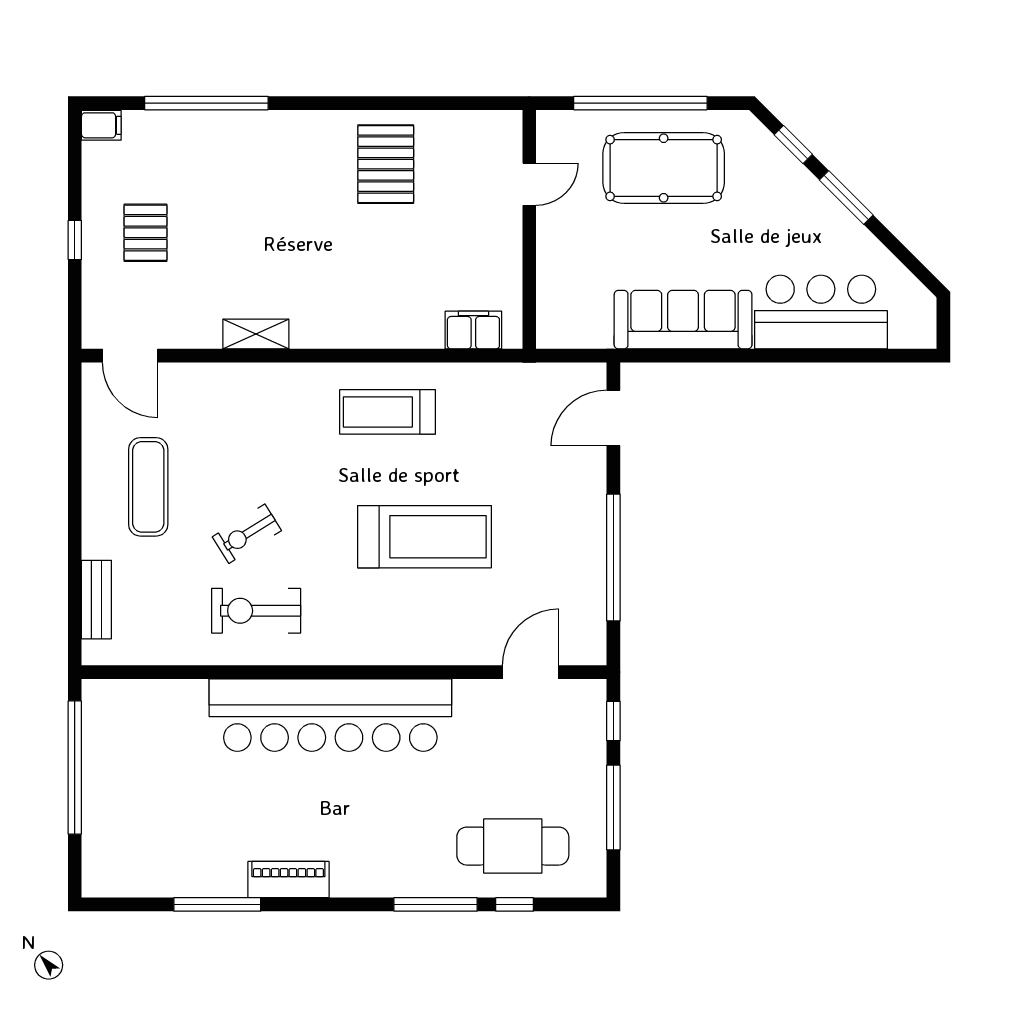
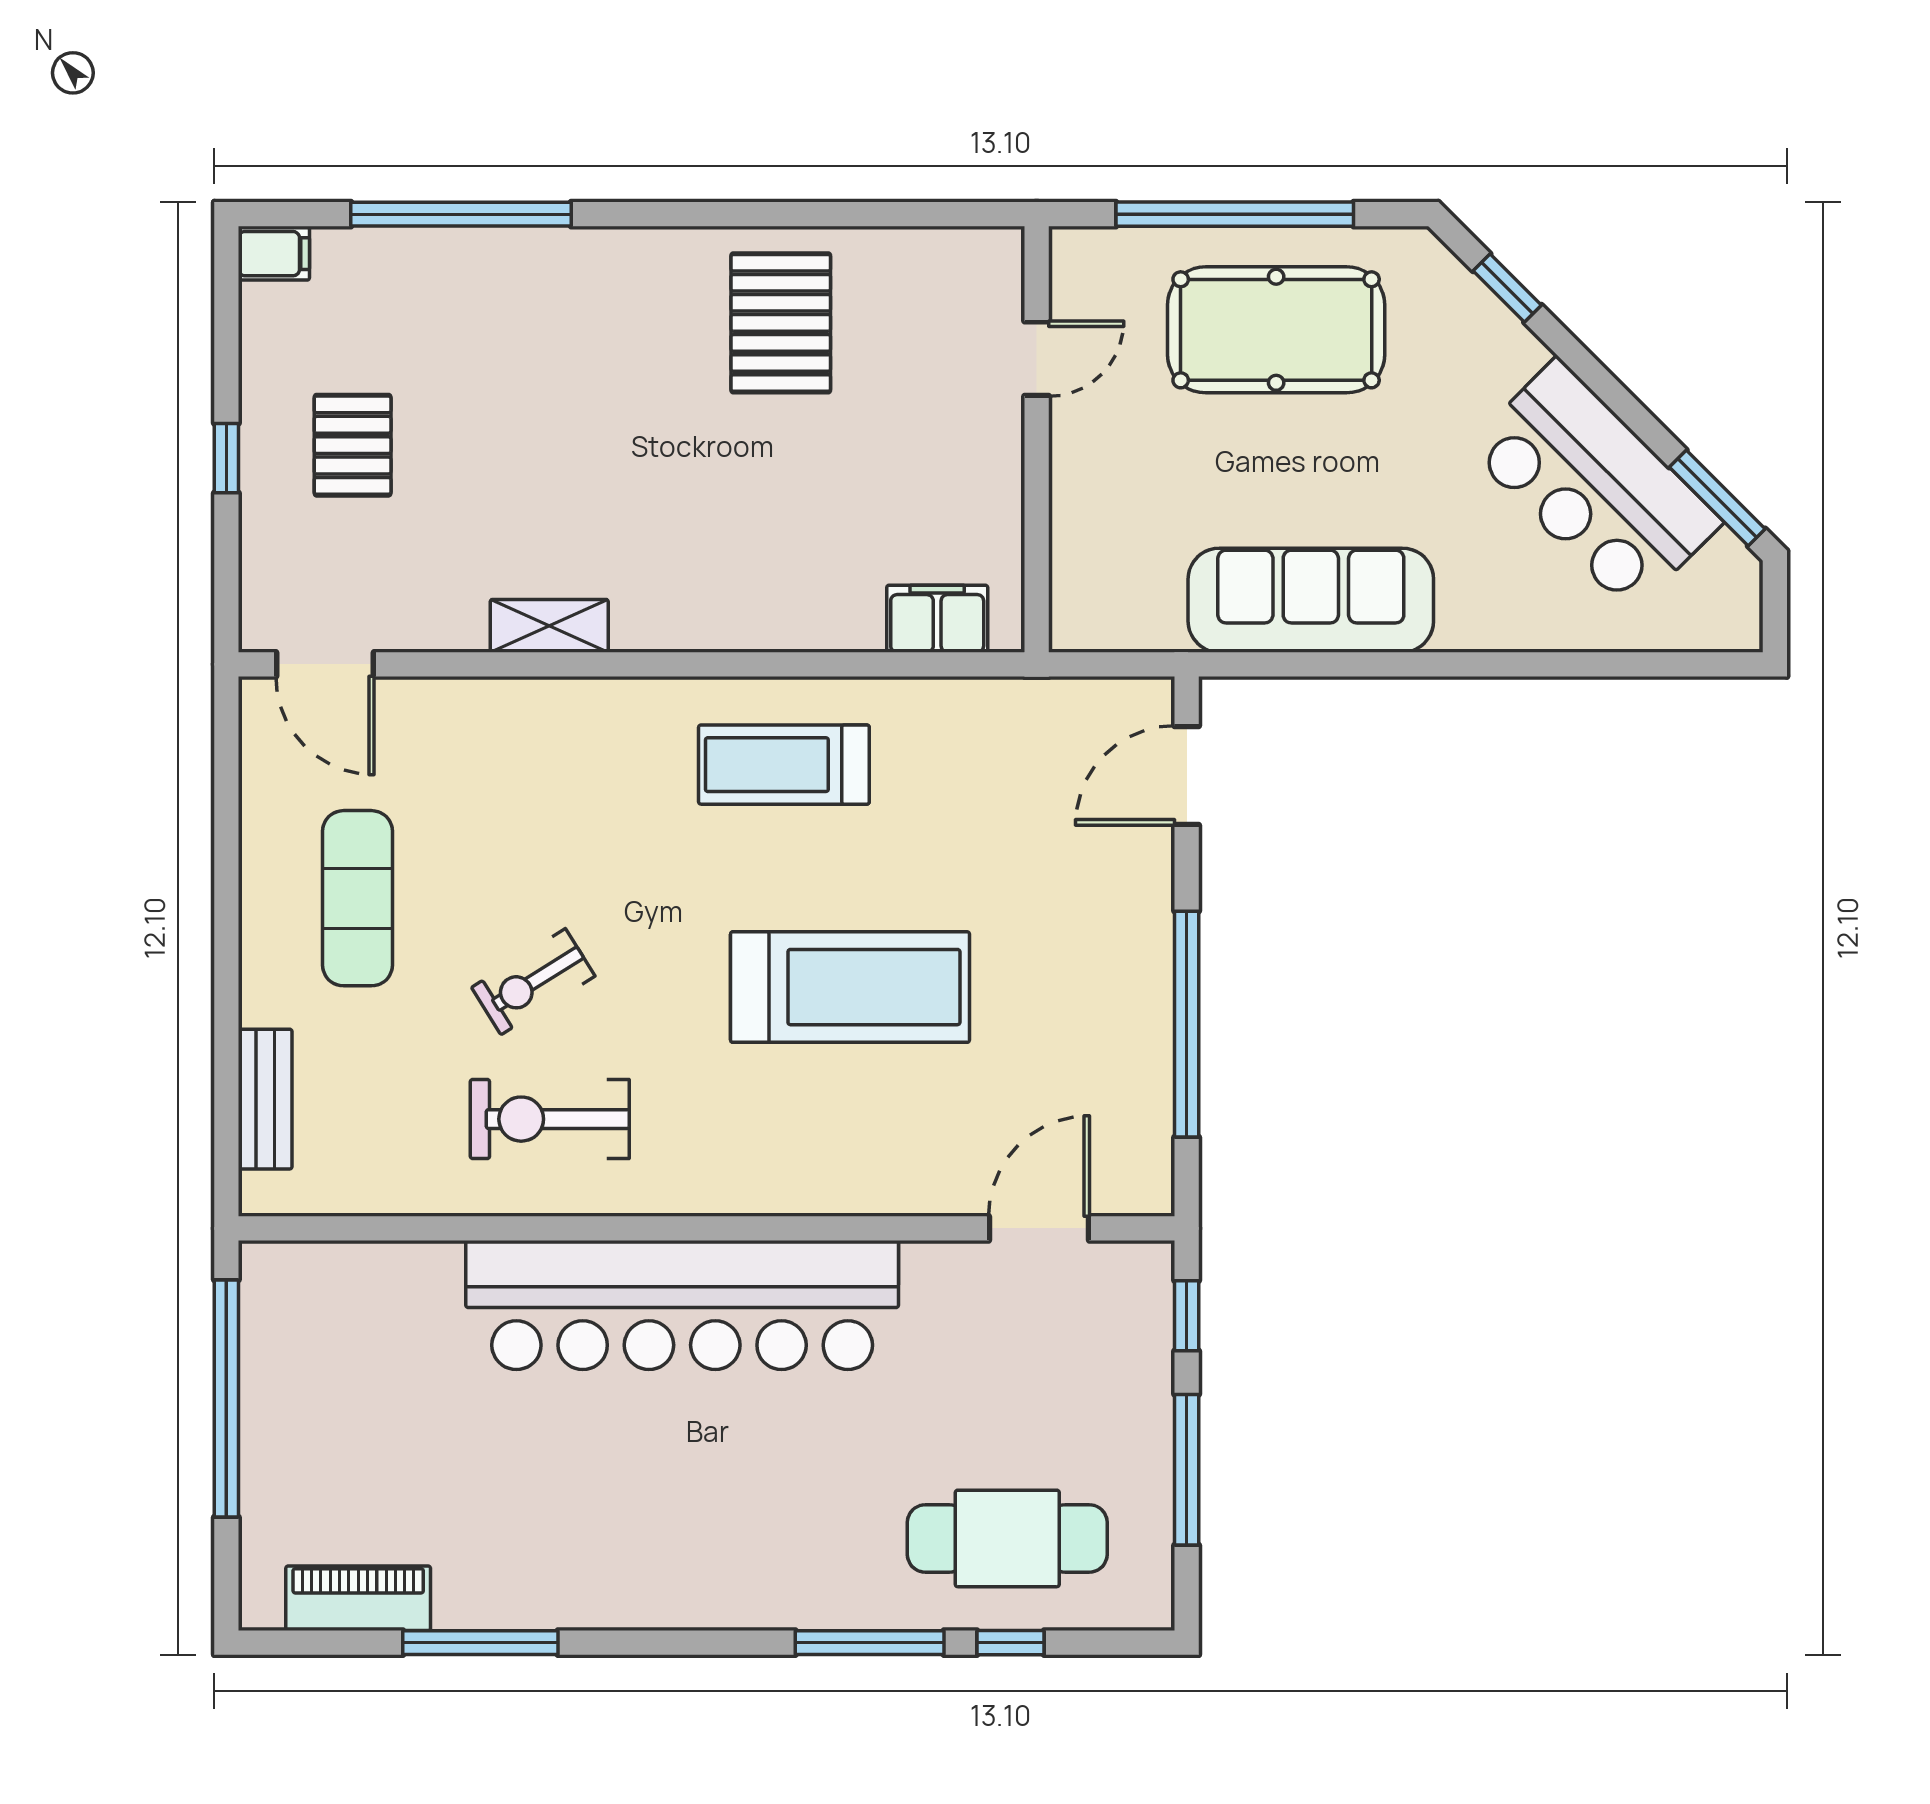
window: (846, 198) -> (1717, 498), moved
bar counter: (821, 312) -> (1594, 485), moved, turned -135
piano: (288, 880) -> (358, 1598), moved

